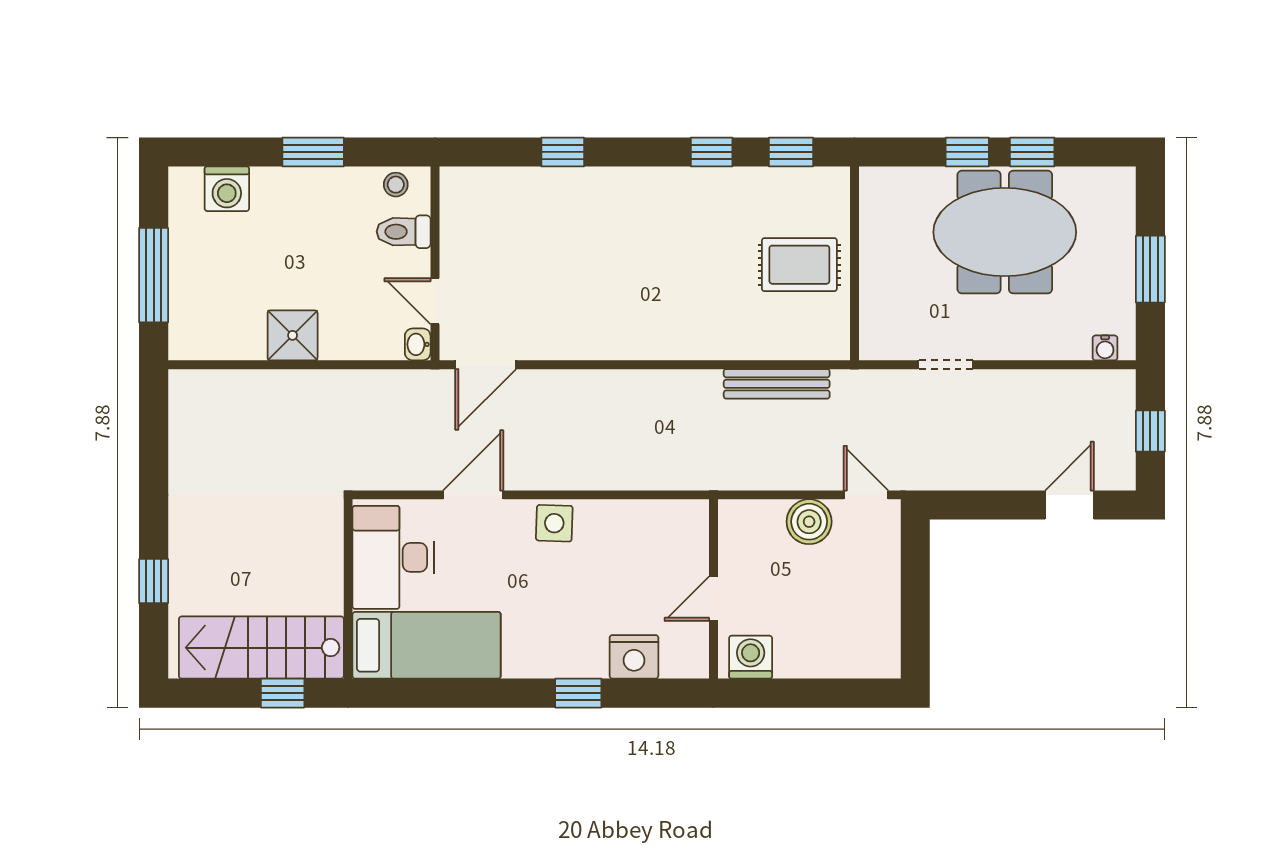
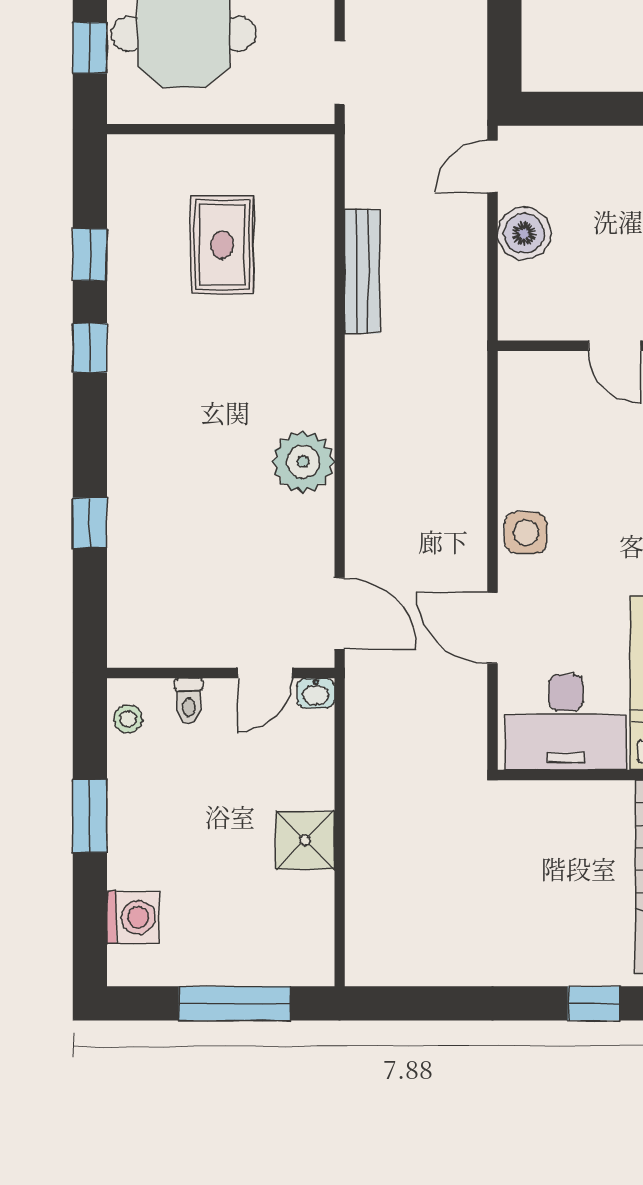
toilet: (404, 232) -> (189, 701), width x0.73, depth x0.72
wall: (854, 263) -> (221, 129), moved
plant: (615, 334) -> (303, 462), added

